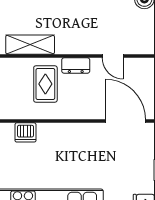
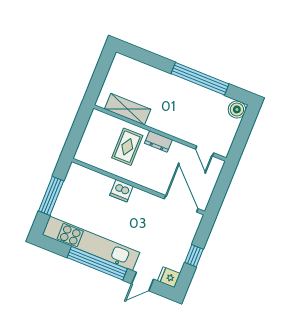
door: (113, 56) -> (205, 151), moved
dishwasher: (25, 132) -> (121, 191), moved

